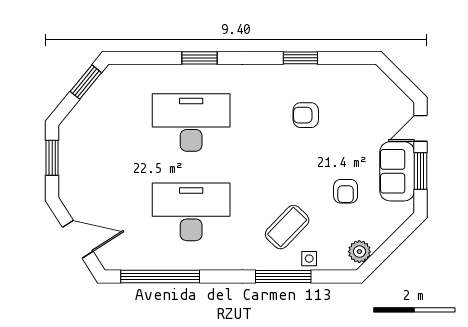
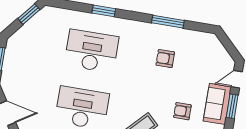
window: (300, 58) -> (168, 22), width x1.44
armchair: (346, 191) -> (182, 111), turned 90

